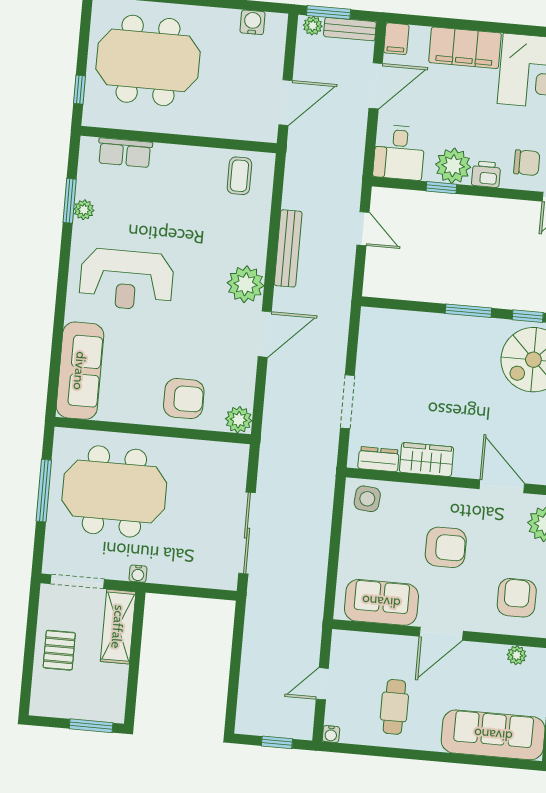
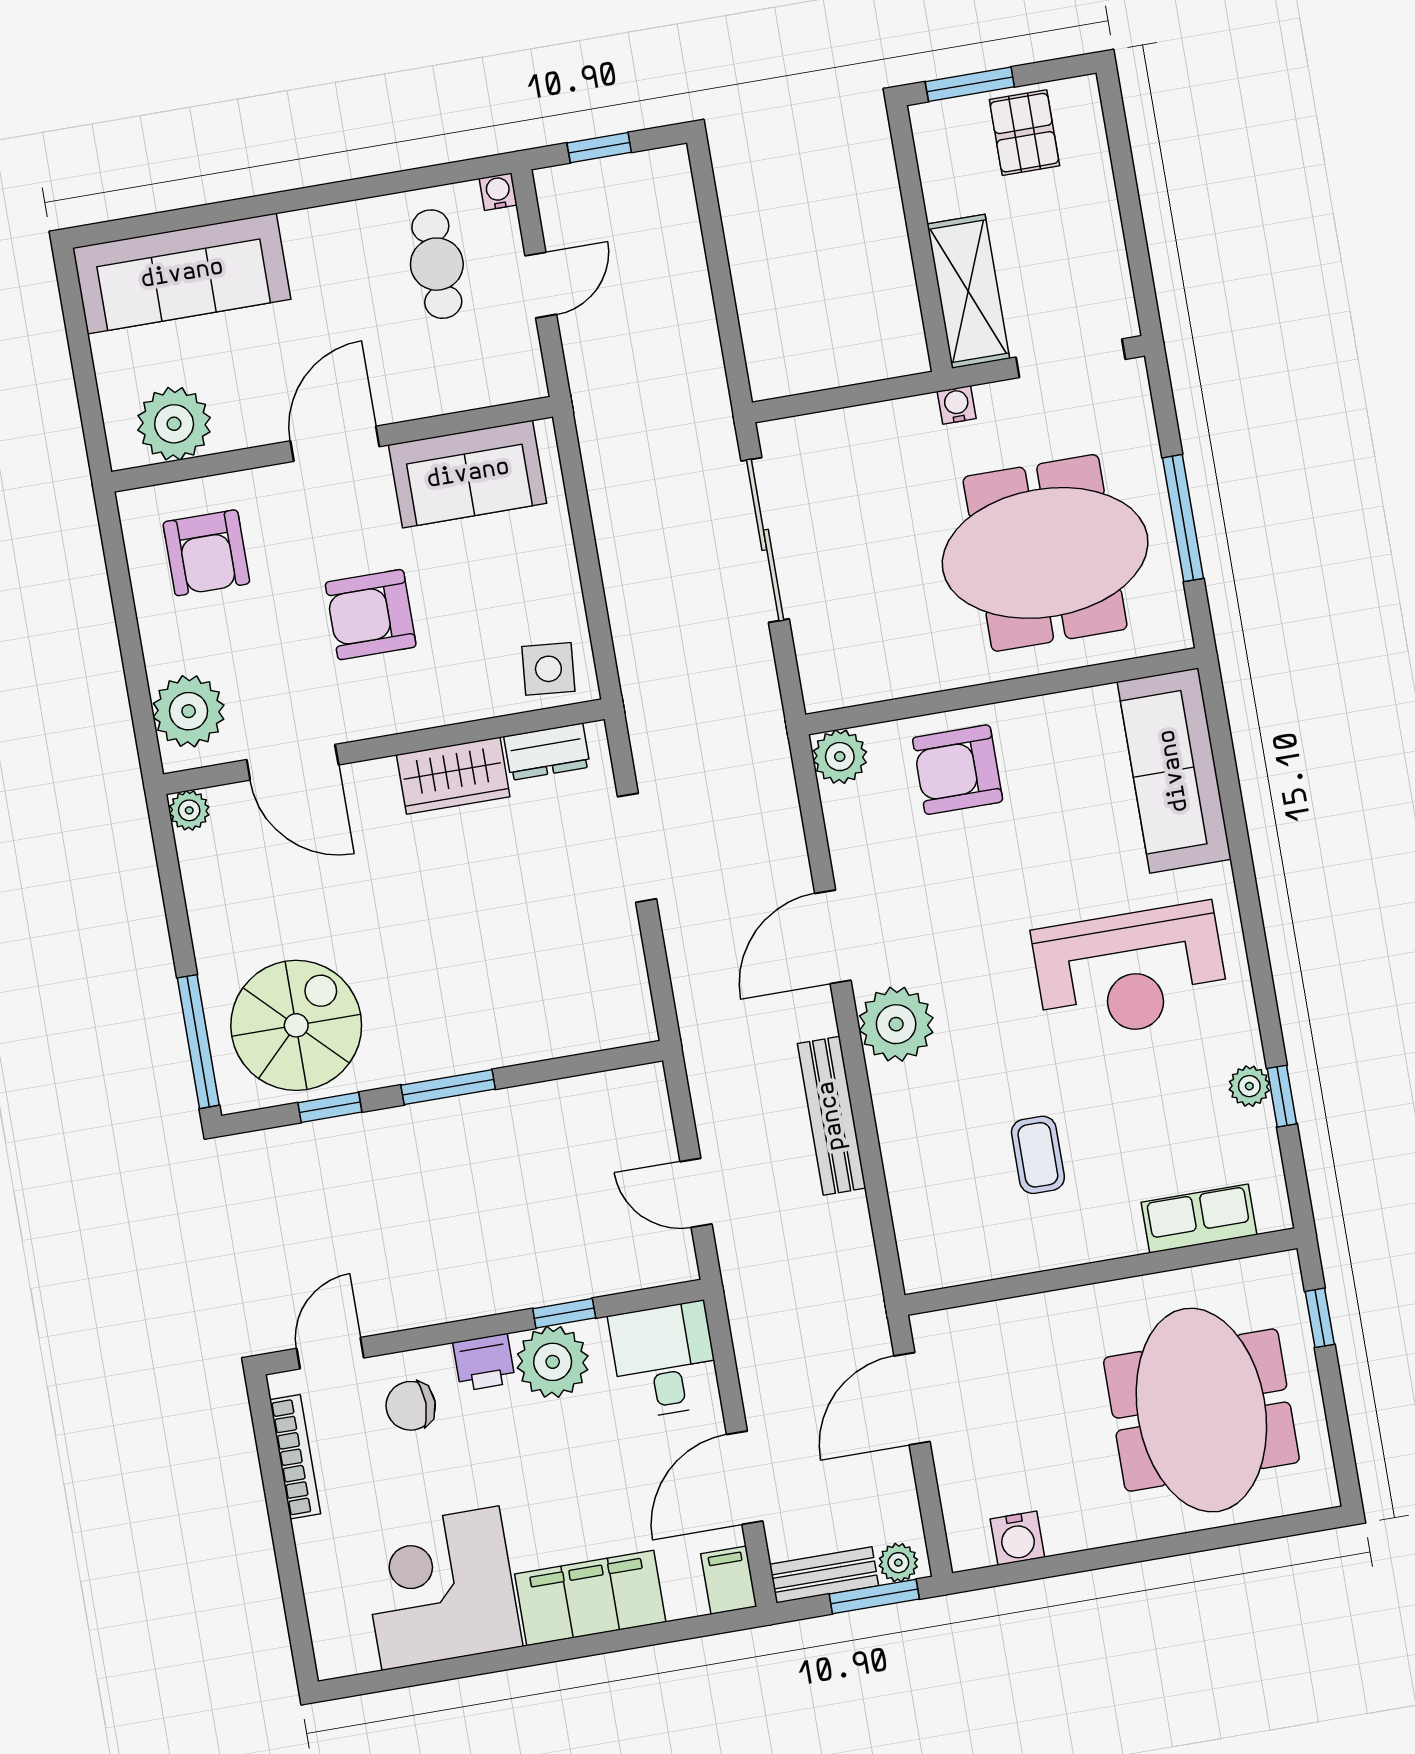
meeting table: (148, 60) -> (1201, 1410), turned 90
coffee table: (239, 176) -> (1038, 1155), moved
window: (70, 201) -> (1282, 1096), width x0.67
reception desk: (126, 280) -> (1130, 972), turned 180
pallet: (59, 650) -> (1024, 133), moved
plant: (517, 655) -> (174, 424), width x1.88, depth x1.88
cafe table: (394, 707) -> (437, 264), moved

